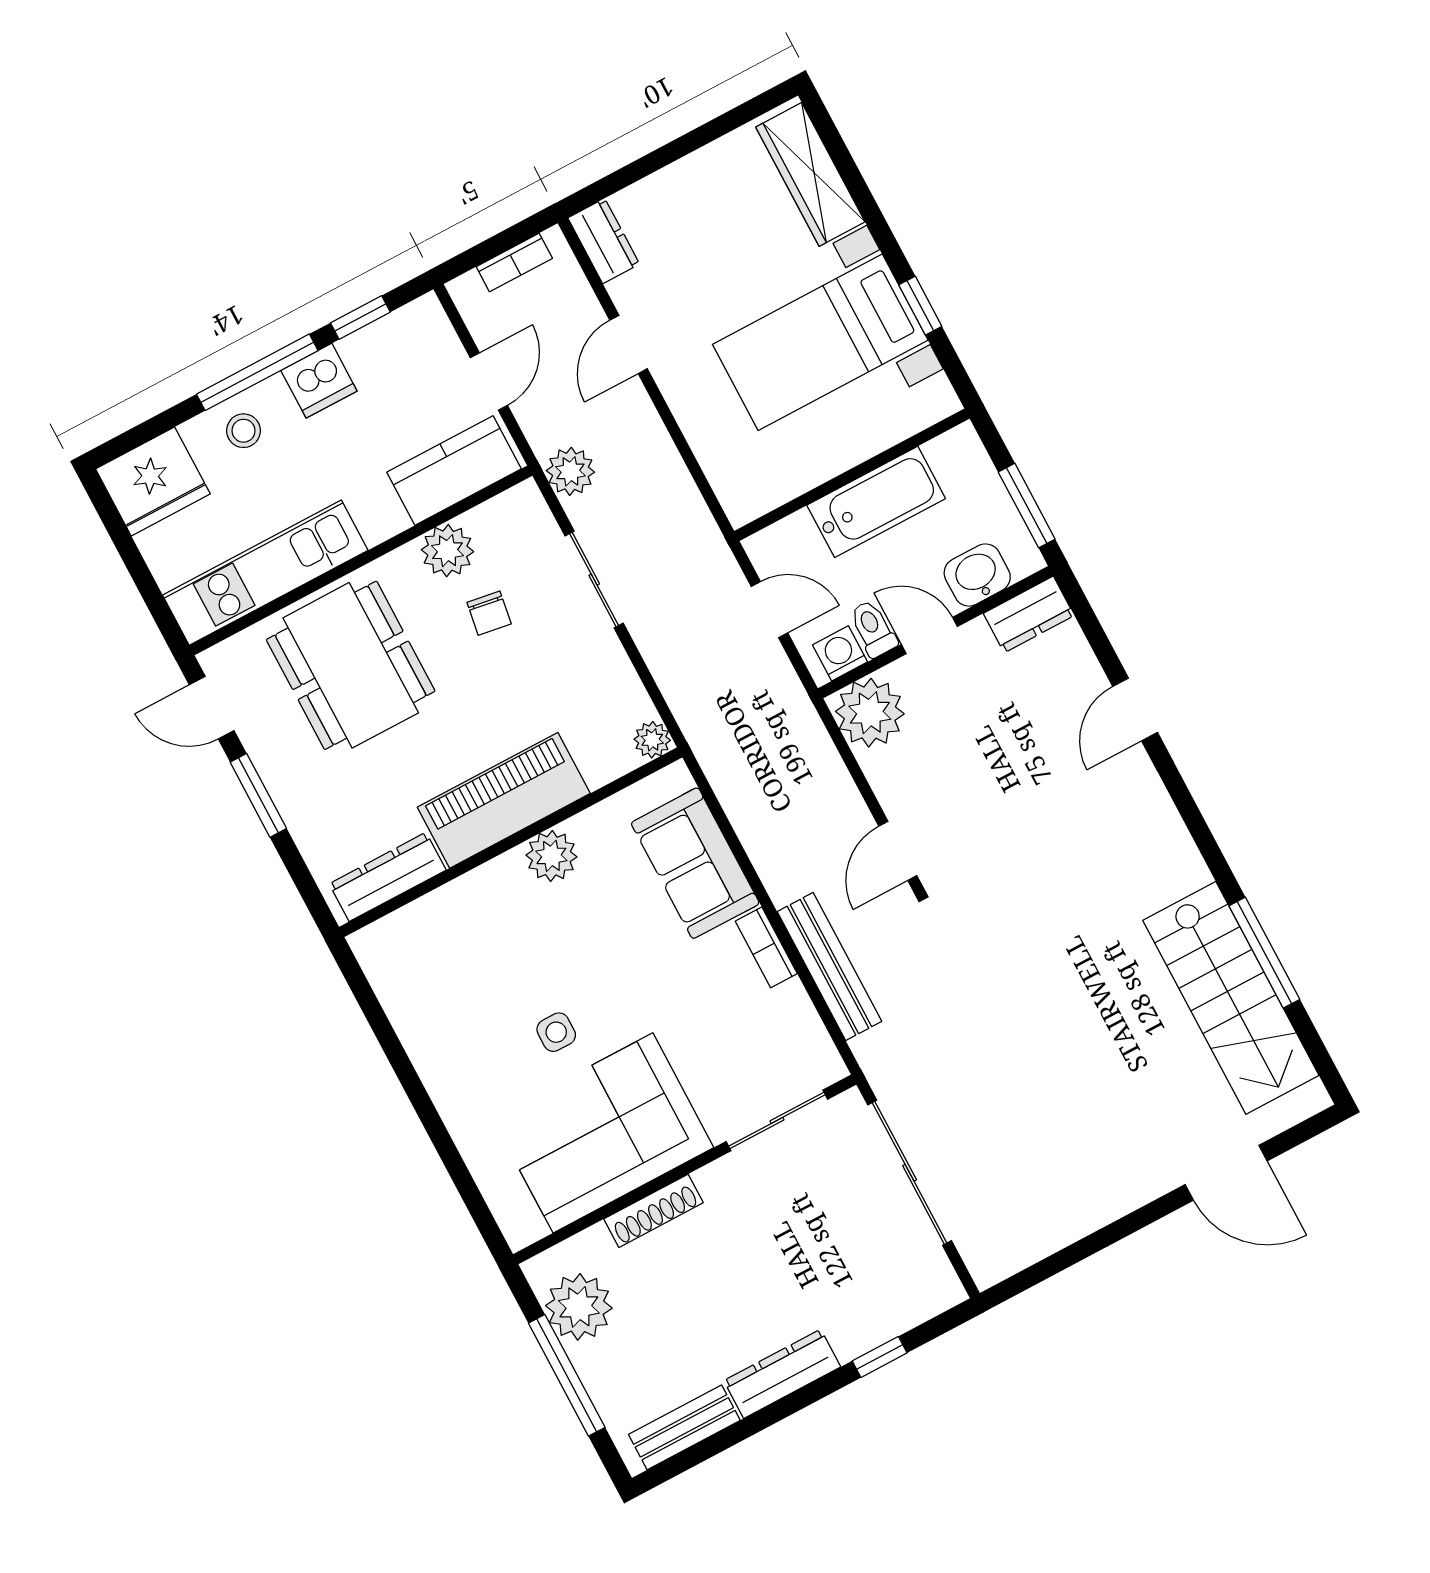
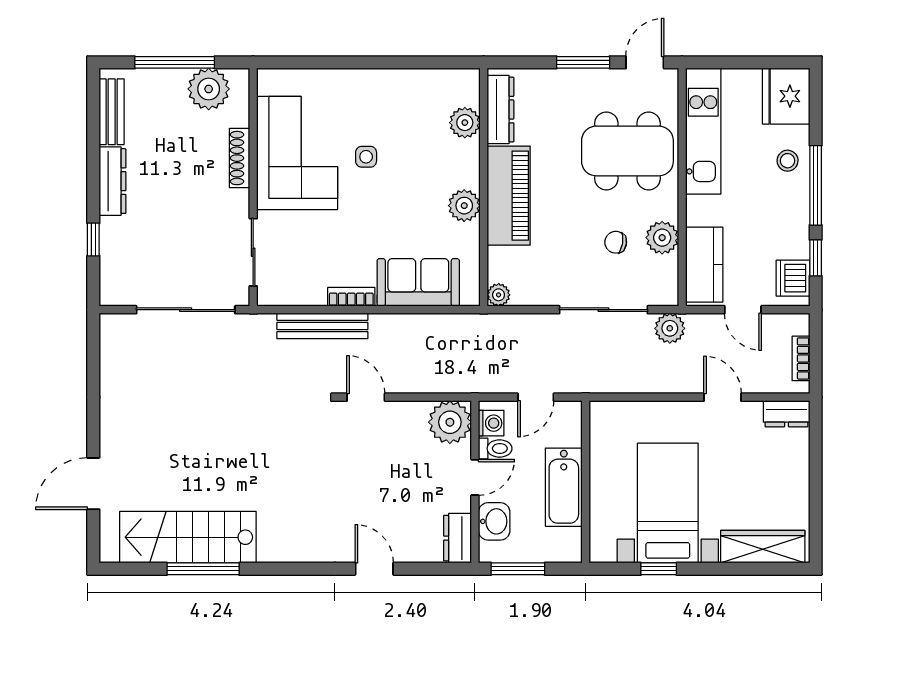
dishwasher: (319, 381) -> (793, 278), moved
sliding door: (594, 580) -> (603, 310), width x1.37
plant: (433, 918) -> (465, 123), added

